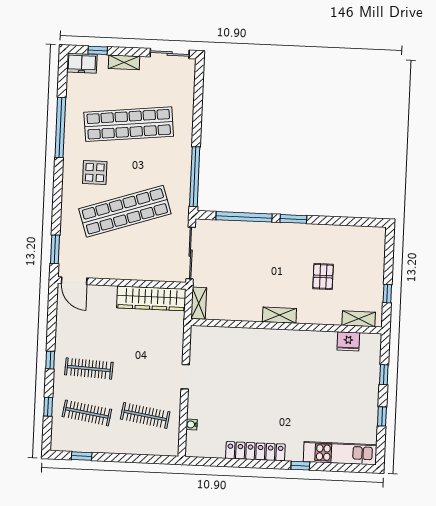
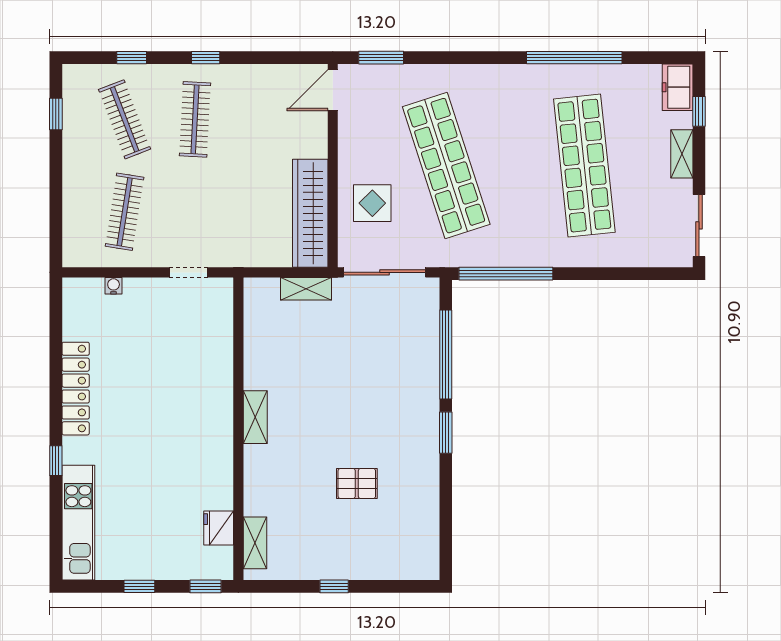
display table: (95, 173) -> (372, 203), moved
shelving: (279, 315) -> (255, 417), moved
shelving: (359, 319) -> (255, 543), moved
wall: (286, 326) -> (238, 429), moved
fridge: (348, 341) -> (219, 528), moved
clothes rail: (87, 413) -> (125, 119), turned -30

